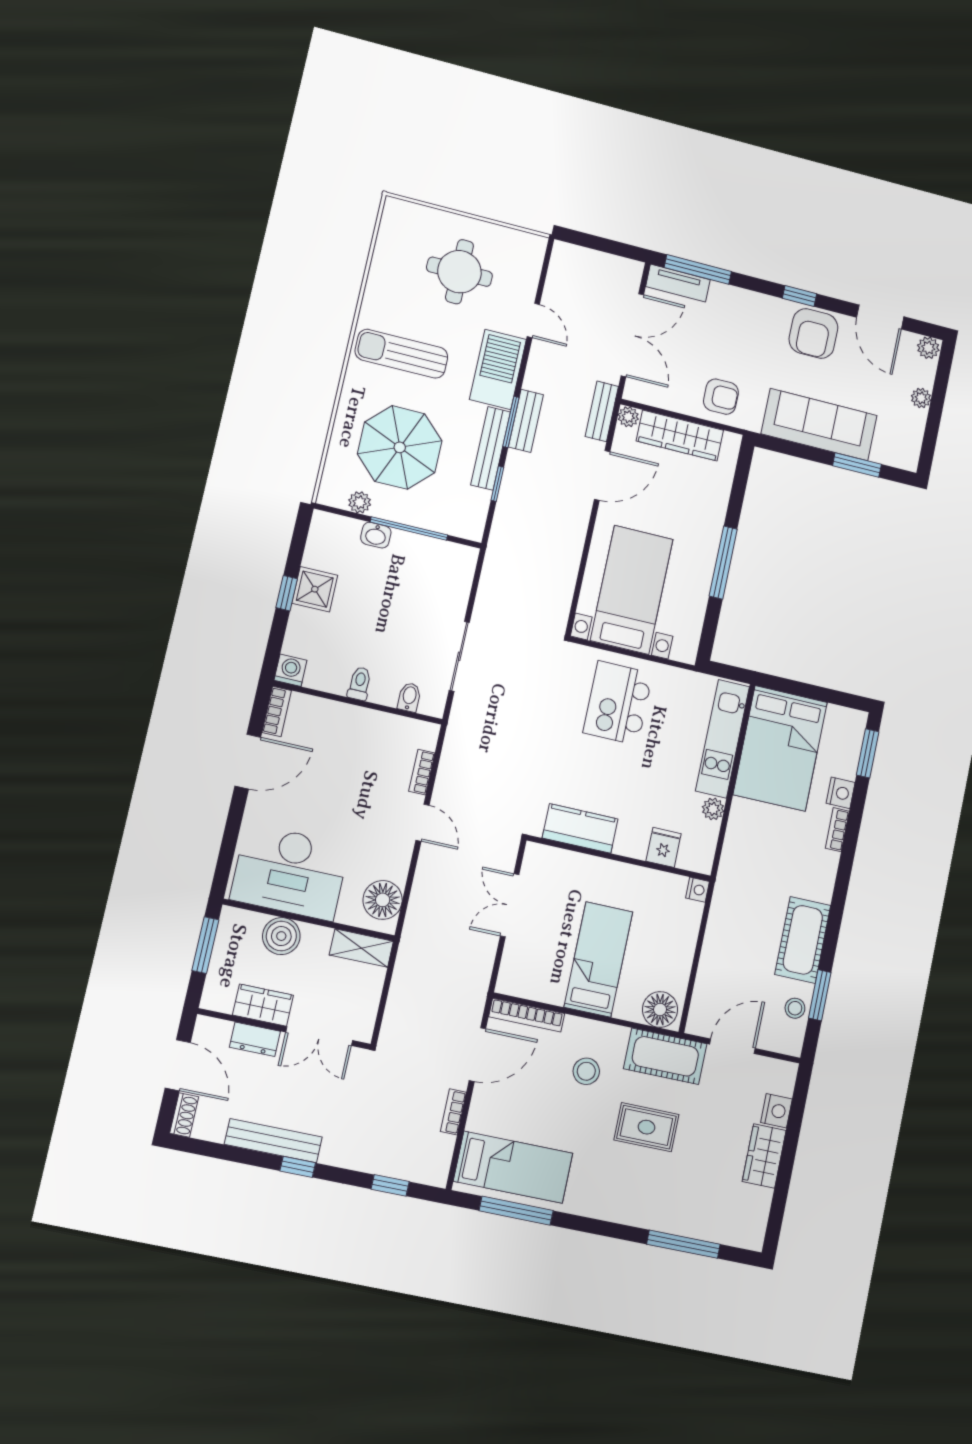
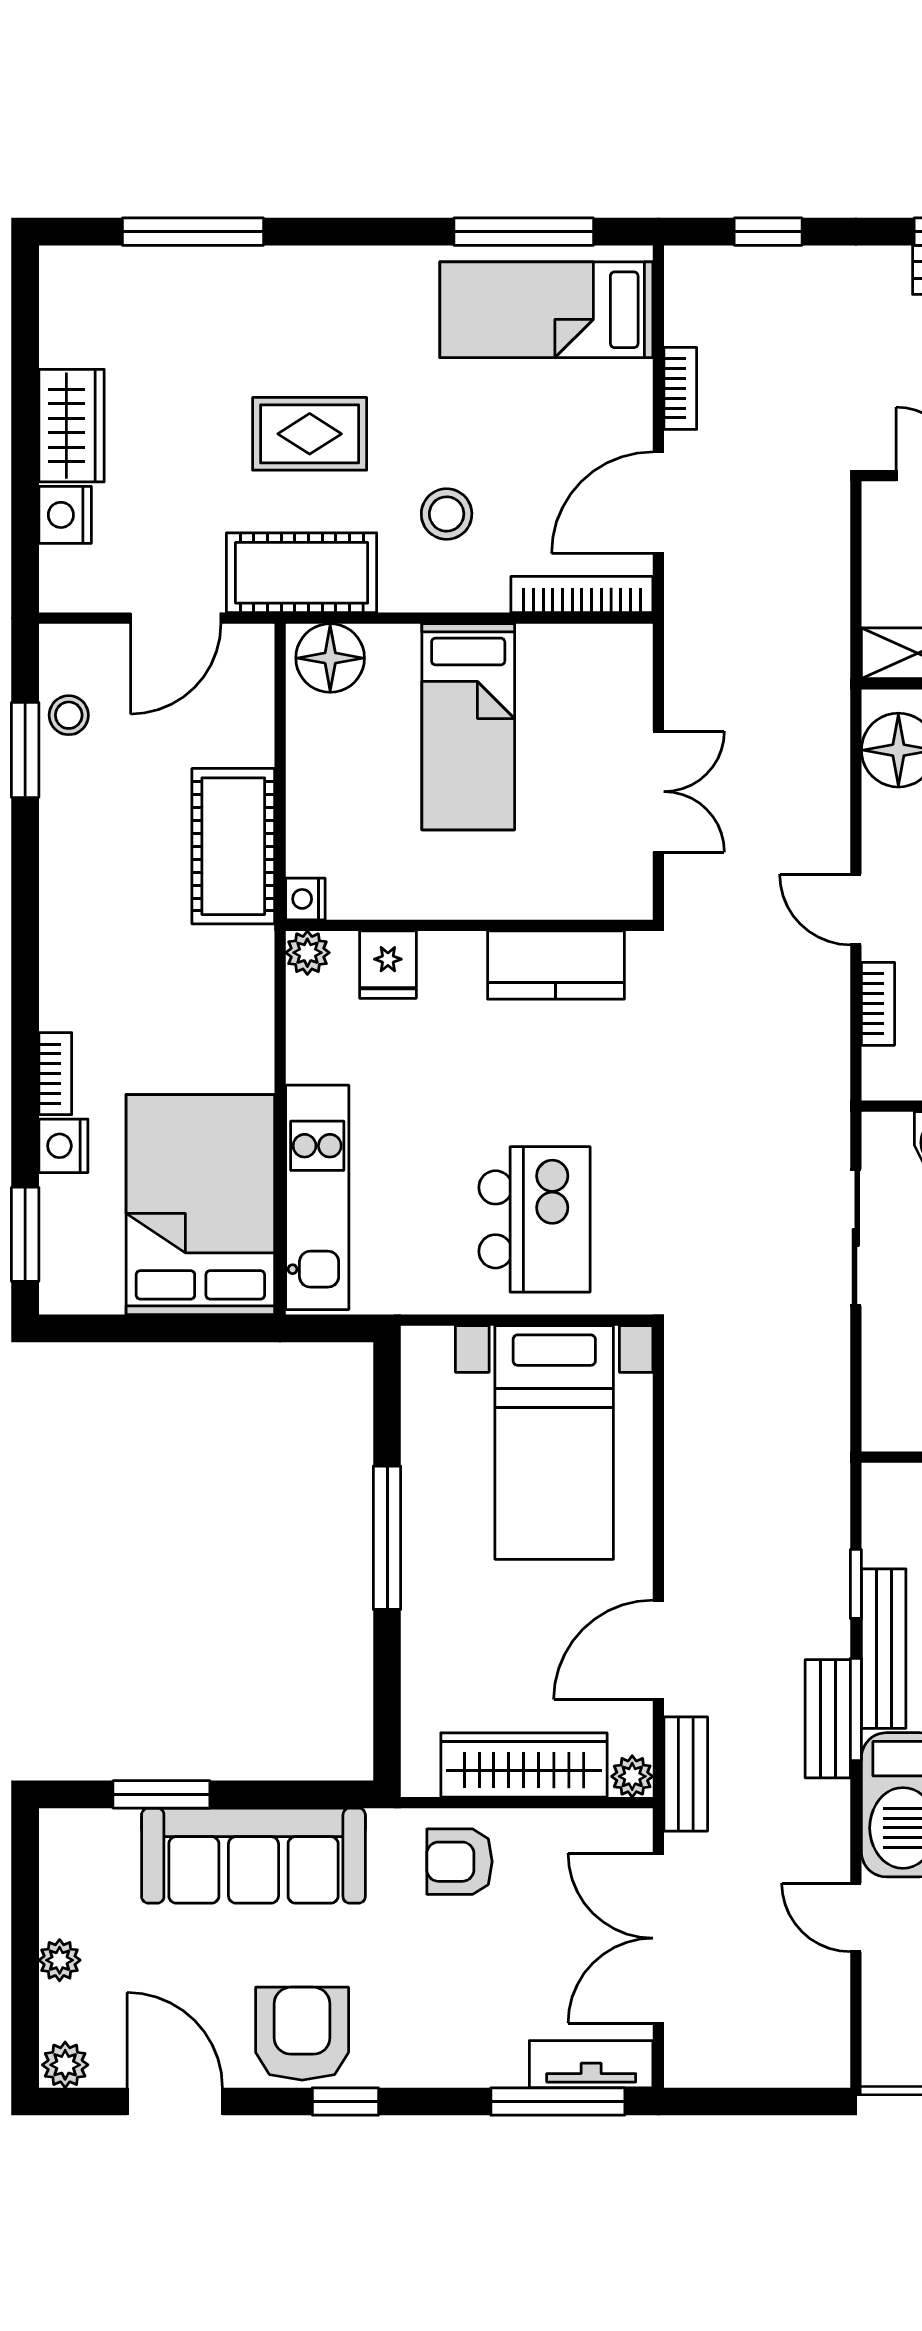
plant: (713, 809) -> (307, 953), moved
cot: (803, 940) -> (233, 846), moved

